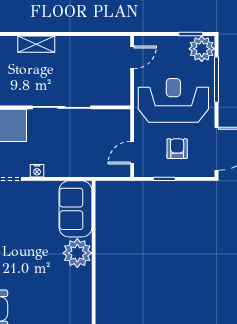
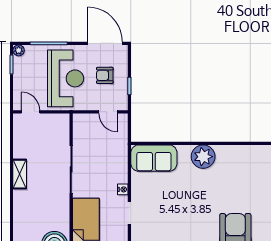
shelving: (36, 44) -> (20, 174), moved
plant: (202, 49) -> (19, 50), width x0.53, depth x0.53
reception desk: (173, 100) -> (66, 78), turned 180
plant: (77, 253) -> (203, 157), moved

